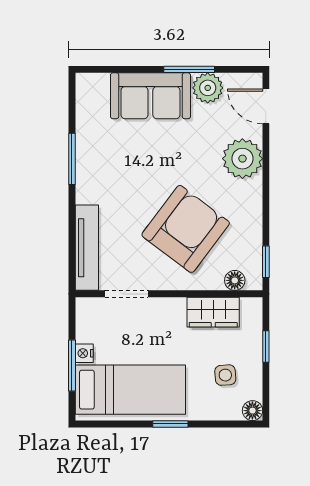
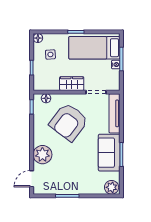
plant: (208, 88) -> (112, 187), moved
sofa: (150, 96) -> (109, 153), moved, turned -90
door: (266, 106) -> (32, 179), swing flipped
wardrobe: (213, 312) -> (72, 84), moved

